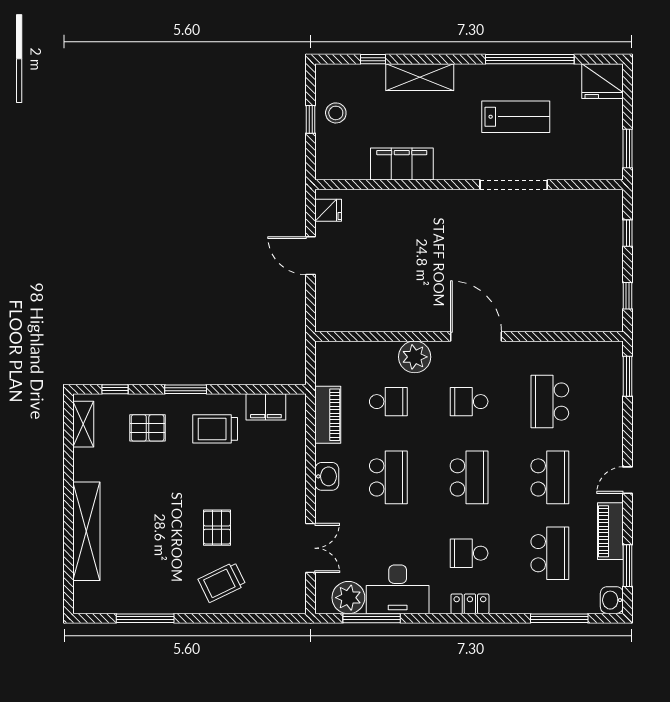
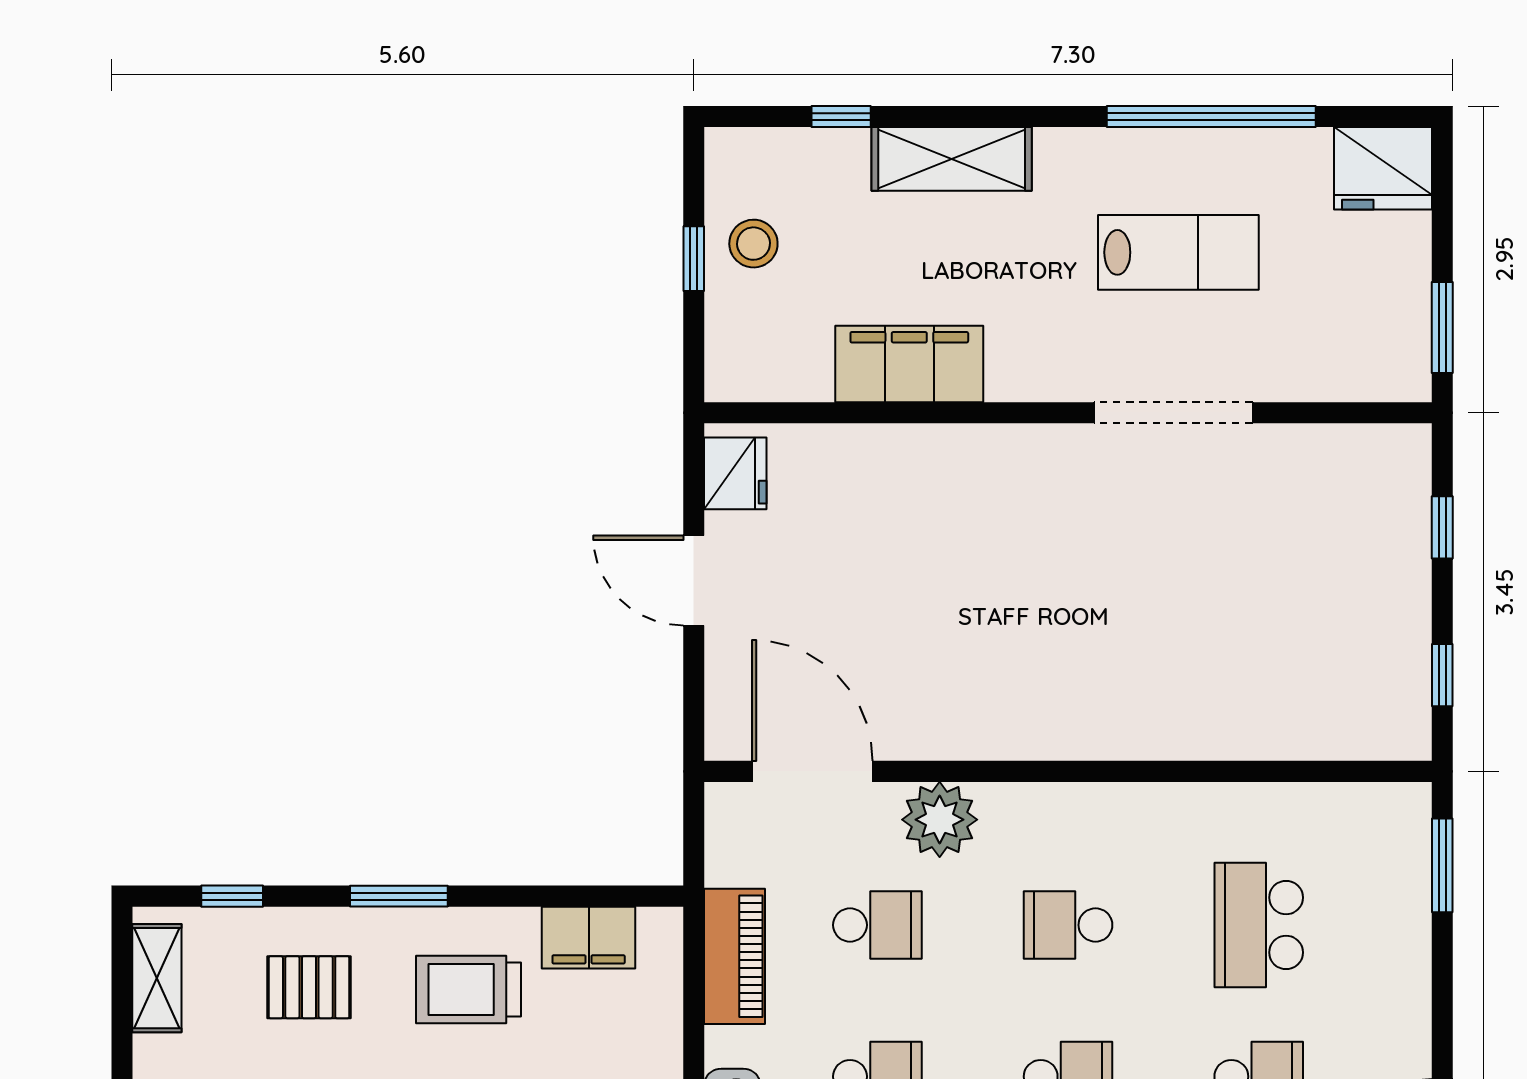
fridge: (328, 210) -> (735, 473), width x1.38
door: (476, 337) -> (812, 771), moved

